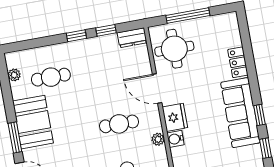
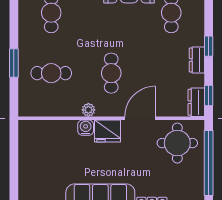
window: (188, 15) -> (209, 163), width x1.46
window: (106, 30) -> (209, 96), moved
dresser: (92, 44) -> (197, 60), added

